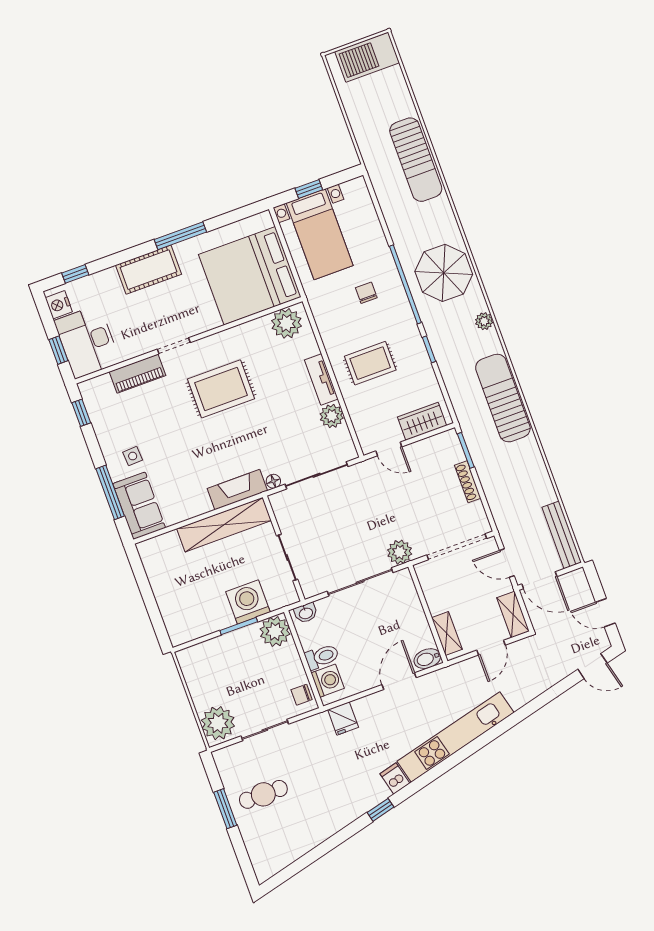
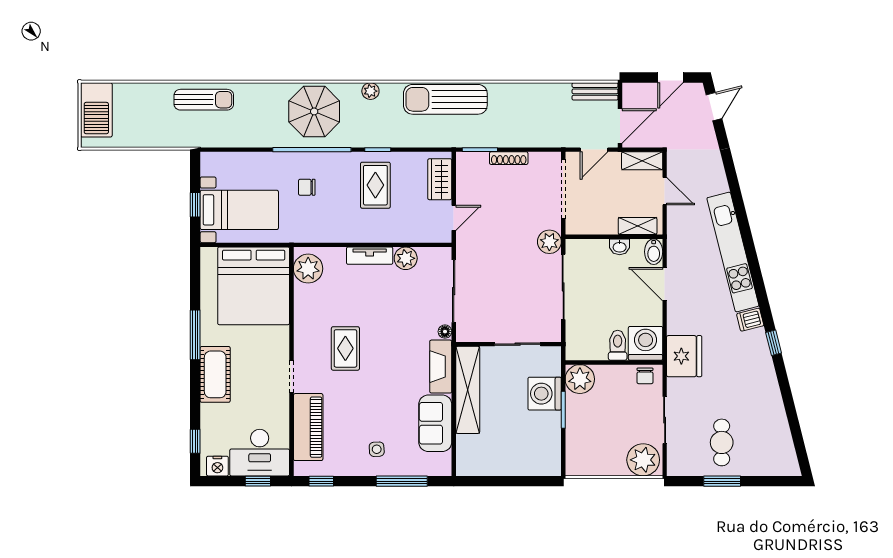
sun lounger: (416, 160) -> (204, 100), width x0.73, depth x0.75
rug: (370, 363) -> (375, 185), moved
piano: (137, 374) -> (308, 427), width x1.37, depth x1.33
rug: (221, 389) -> (345, 348), width x0.73, depth x0.70
sofa: (139, 506) -> (435, 423), moved, turned -90
bench: (562, 535) -> (595, 91), width x0.73
washbasin: (306, 613) -> (620, 247), moved, turned 90
washing machine: (328, 681) -> (646, 343), width x1.37, depth x1.37
fridge: (343, 718) -> (684, 356), width x1.88, depth x1.34

